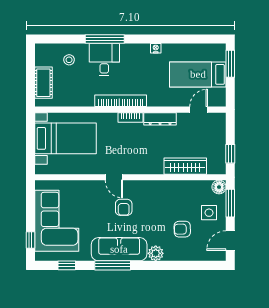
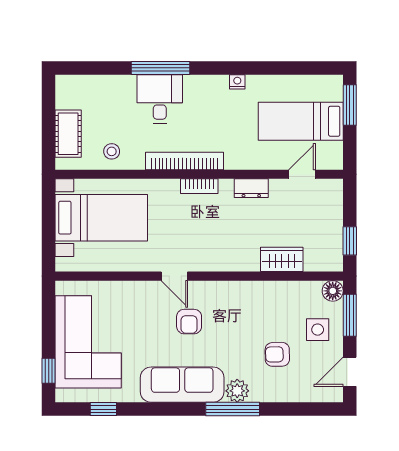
stool: (69, 60) -> (112, 151), moved
dresser: (160, 119) -> (251, 188), width x0.70
wardrobe: (185, 166) -> (282, 259), width x0.67
window: (113, 265) -> (233, 409), moved

